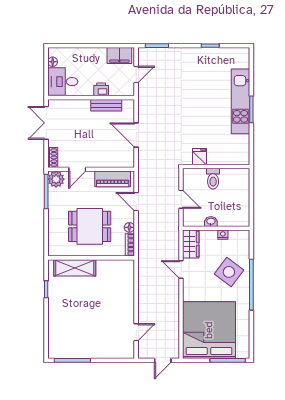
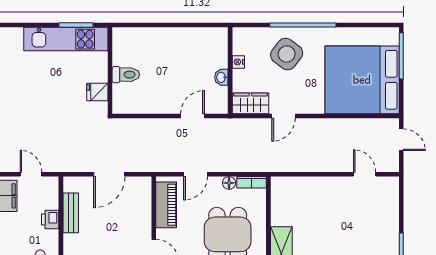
fridge: (200, 157) -> (97, 92), moved
wall: (216, 166) -> (110, 71), moved
toilet: (213, 179) -> (126, 75), moved

